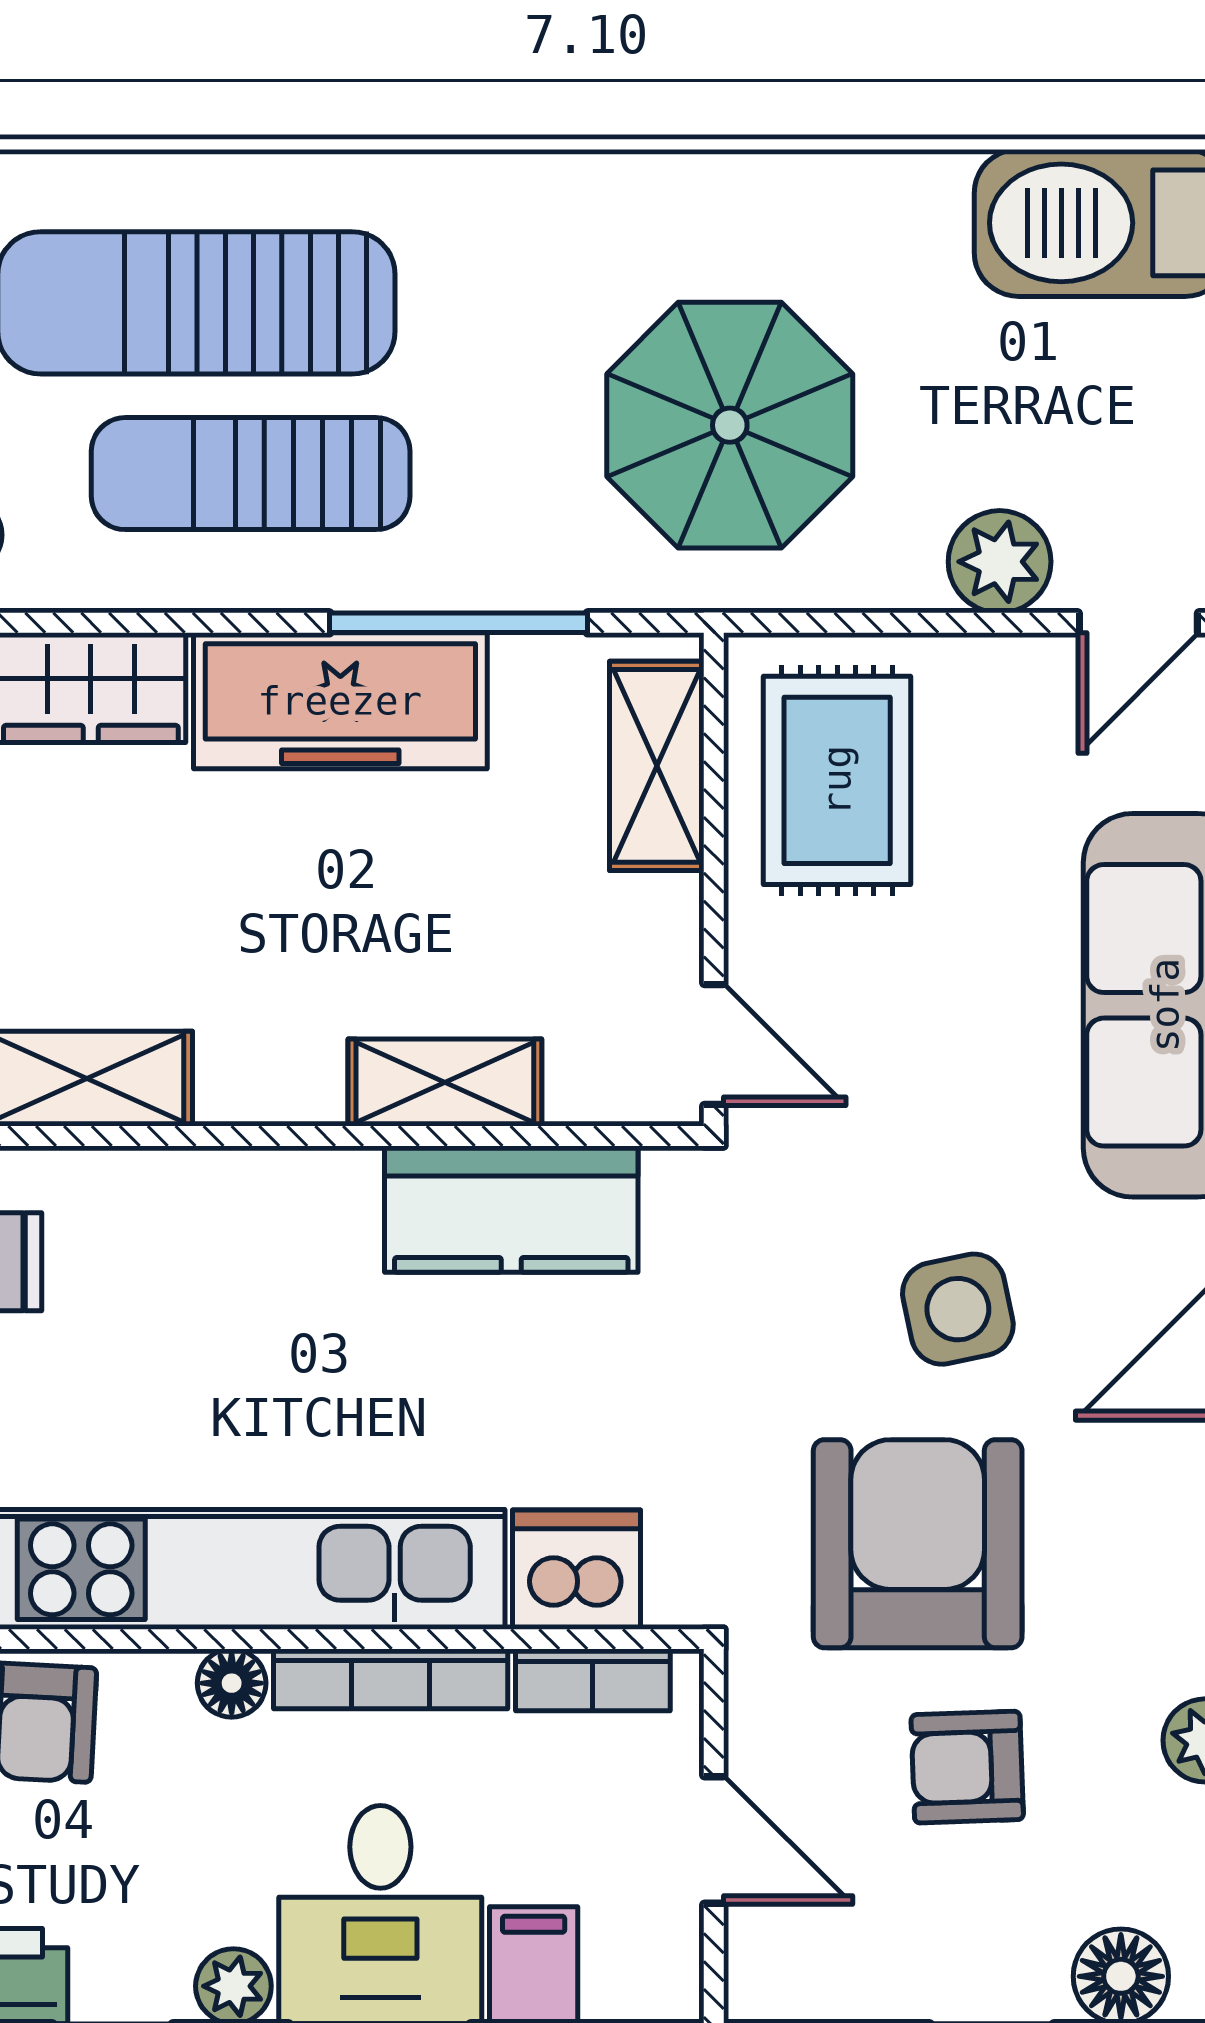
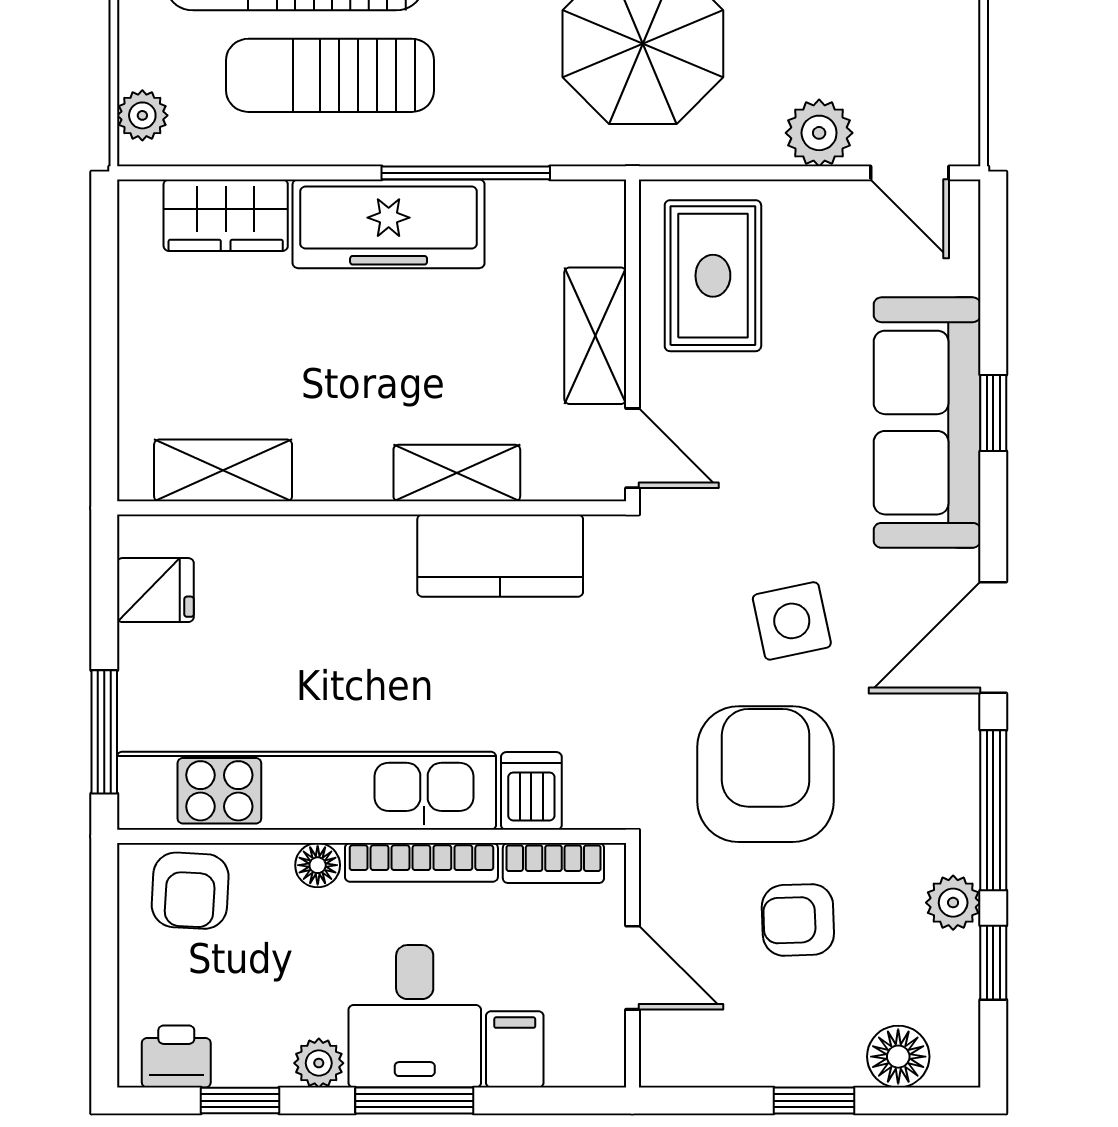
door: (1138, 623) -> (910, 173), hinge flipped
shelving: (657, 766) -> (595, 336), moved
dishwasher: (577, 1570) -> (531, 791), width x0.73

